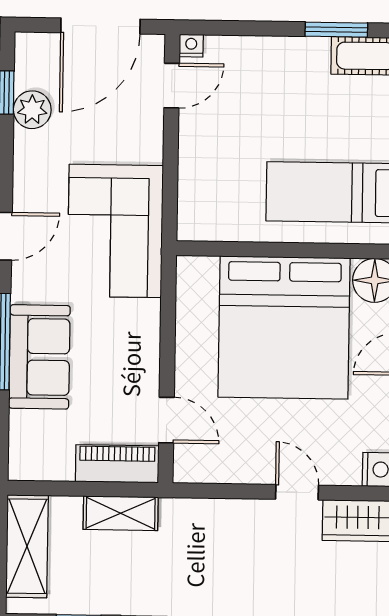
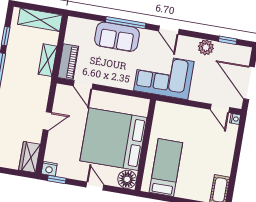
window: (336, 30) -> (232, 180), removed
plant: (32, 110) -> (206, 47), moved
door: (166, 420) -> (83, 85), hinge flipped
door: (297, 492) -> (47, 121), moved

